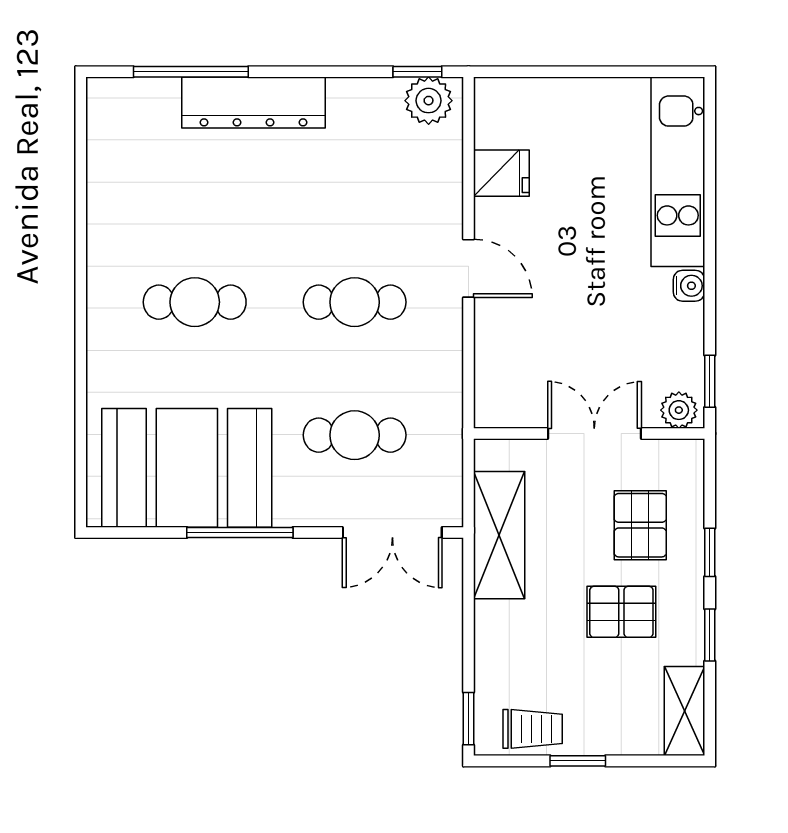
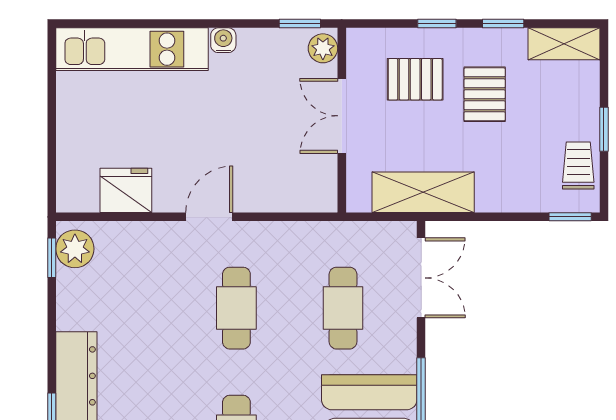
fridge: (501, 173) -> (126, 190), width x1.38

